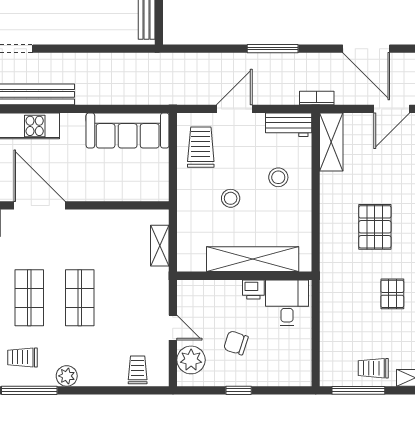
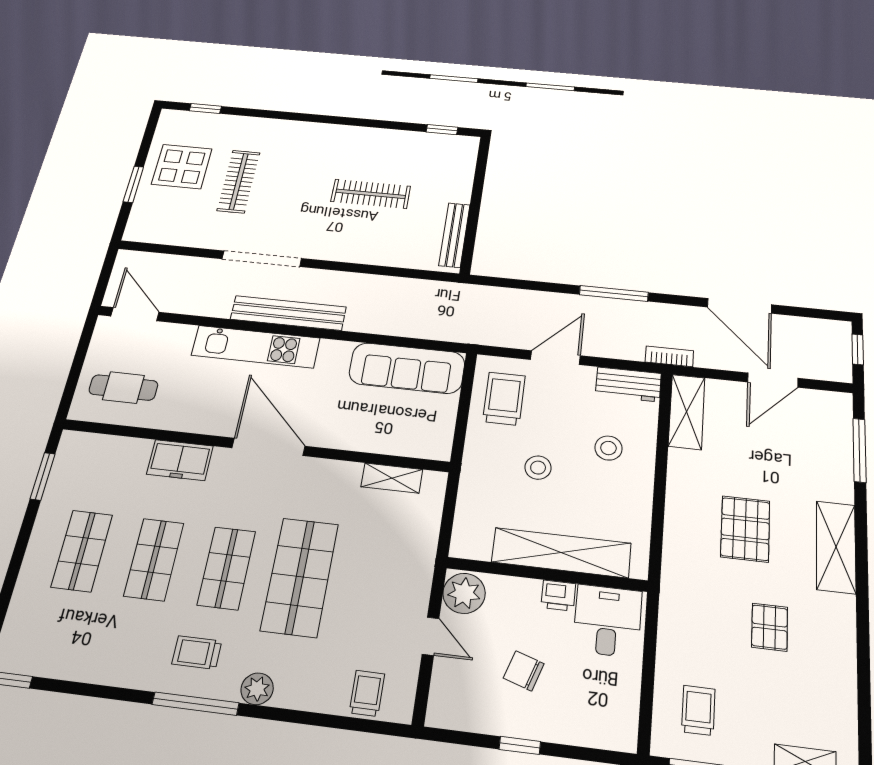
shelving: (160, 246) -> (392, 478), moved, turned 90
shop shelf: (80, 298) -> (300, 577), width x1.43, depth x1.36
plant: (191, 360) -> (464, 593), moved
trolley: (373, 368) -> (698, 710), moved, turned 90

